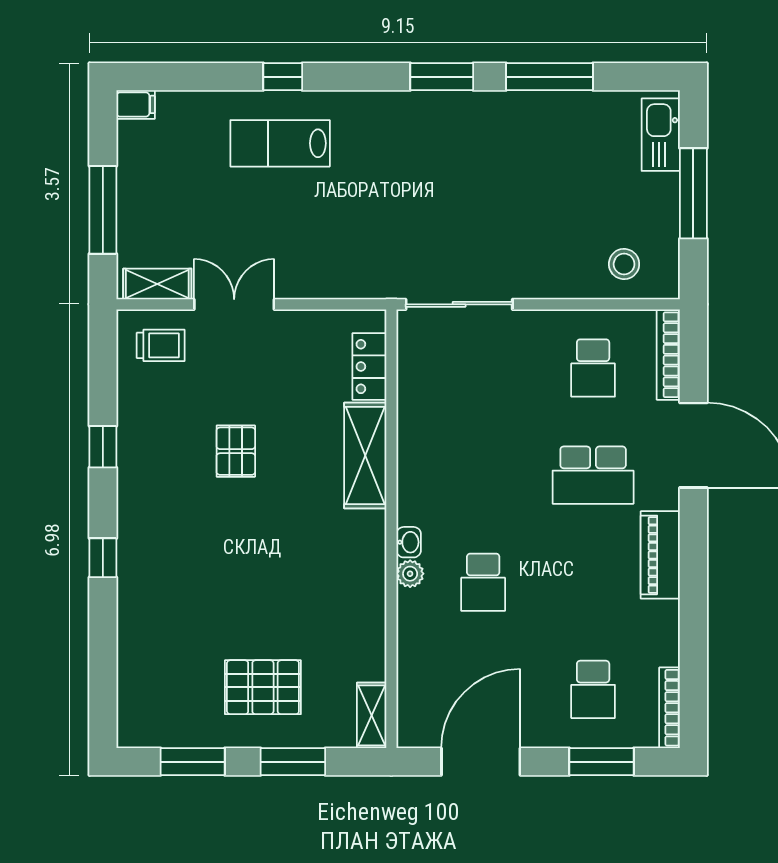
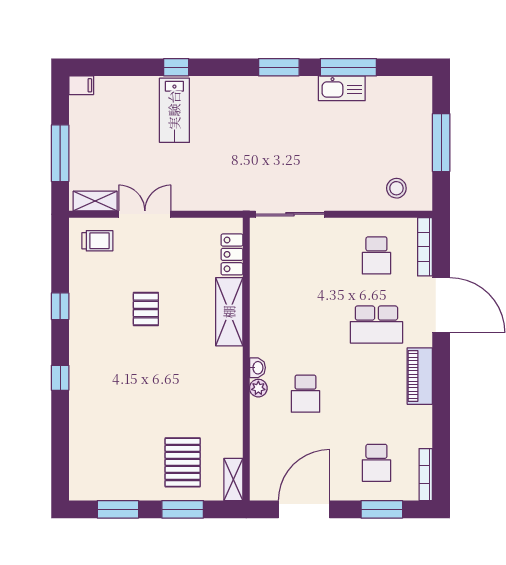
kitchen sink: (661, 135) -> (342, 88), moved, turned -90
lab bench: (280, 143) -> (174, 110), turned -90
pallet: (263, 687) -> (183, 462), moved, turned 90

